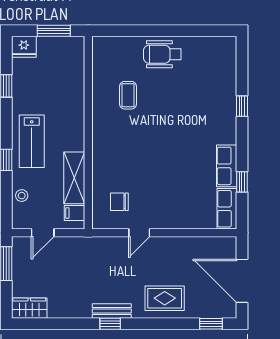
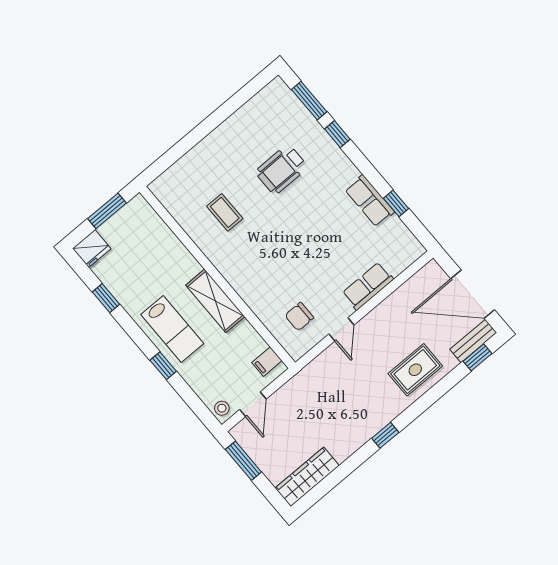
wheelchair: (162, 54) -> (281, 169), moved
window: (242, 70) -> (309, 101), added
shelving: (74, 178) -> (215, 301), moved
stool: (22, 196) -> (222, 408), moved
row of seats: (227, 209) -> (368, 286), moved, turned 90
wardrobe: (29, 308) -> (307, 477), width x1.50
bench: (112, 311) -> (473, 341), moved

